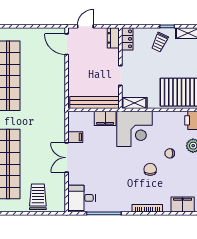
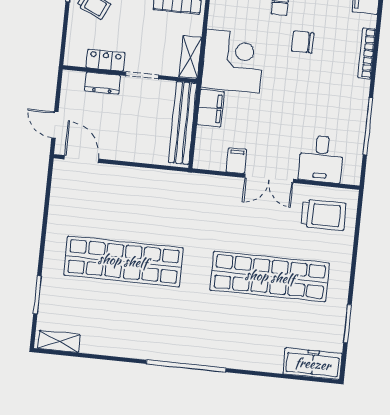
dresser: (113, 38) -> (102, 83), moved
locker: (127, 39) -> (106, 60), moved
door: (67, 44) -> (81, 159), swing flipped
trolley: (38, 197) -> (323, 215), moved, turned 180
desk: (82, 198) -> (321, 159), moved

